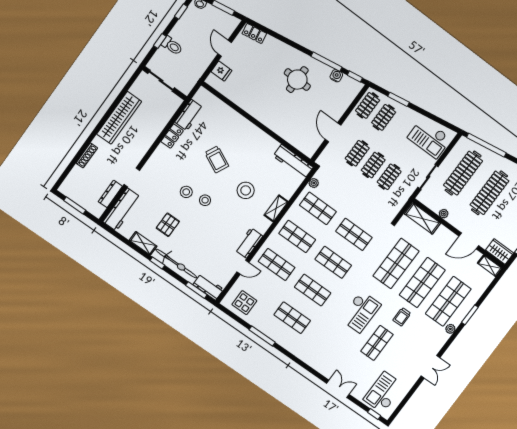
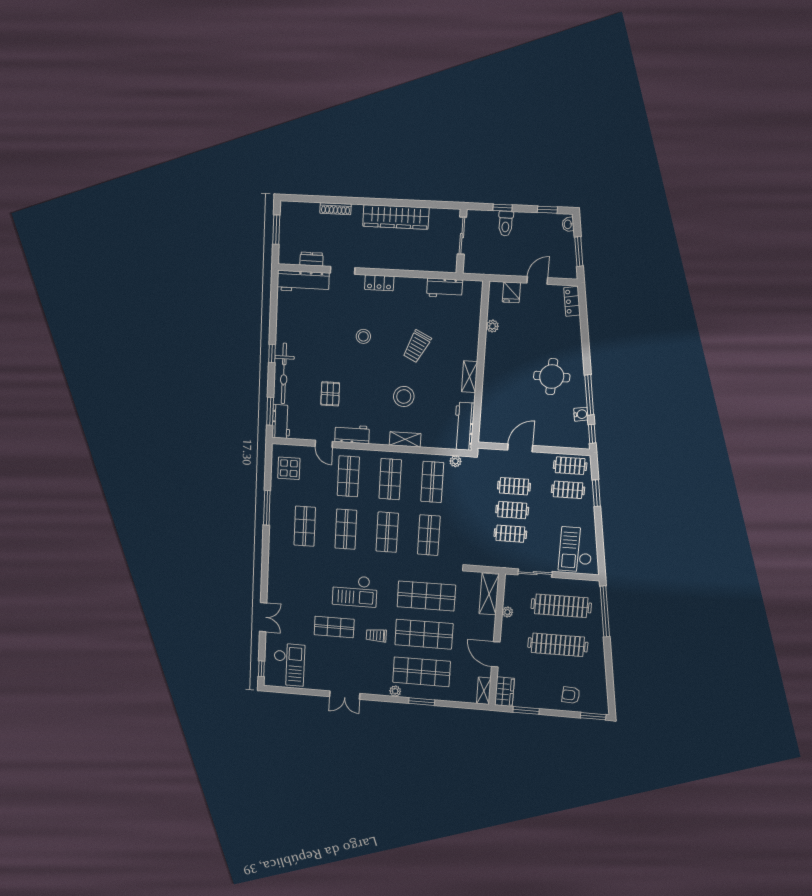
plant: (236, 99) -> (492, 326), added
locker: (172, 136) -> (379, 283), moved
dresser: (110, 194) -> (312, 259), width x0.70
stool: (205, 200) -> (367, 361), removed
pallet: (168, 225) -> (330, 394), moved, turned 90
shelving: (143, 243) -> (470, 377), moved
checkout: (384, 392) -> (289, 665), turned 90

